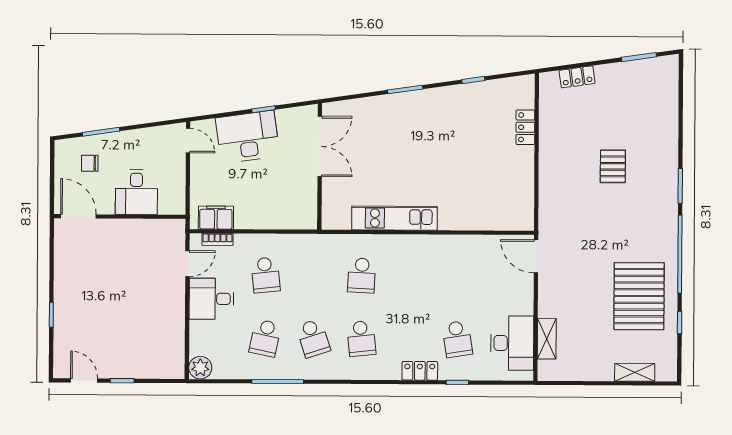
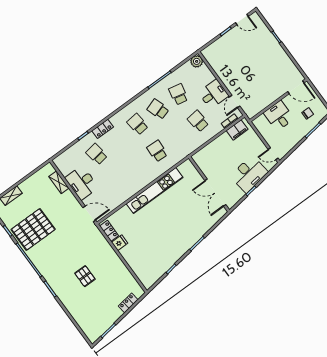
locker: (525, 127) -> (109, 231), moved
fridge: (522, 178) -> (120, 243), added
kitchen unit: (395, 218) -> (155, 191), width x1.36
pallet: (639, 296) -> (33, 229), turned 90
desk: (512, 343) -> (82, 183), moved

